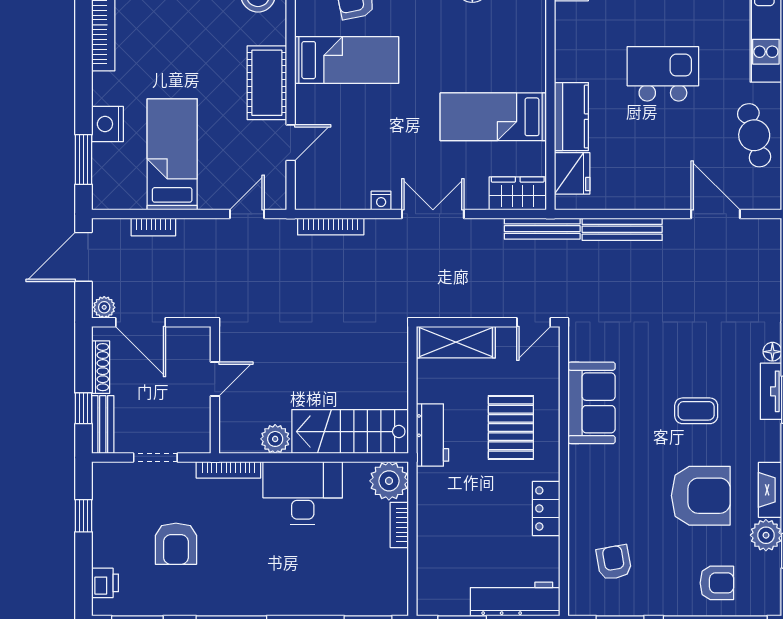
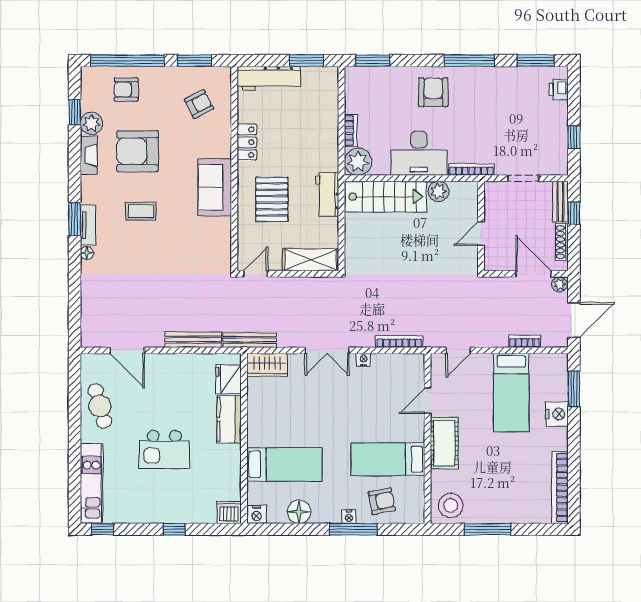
bed: (493, 117) -> (284, 464), moved
sofa: (592, 403) -> (215, 187), moved
armchair: (176, 544) -> (433, 92), moved
armchair: (614, 562) -> (199, 104), turned -107

